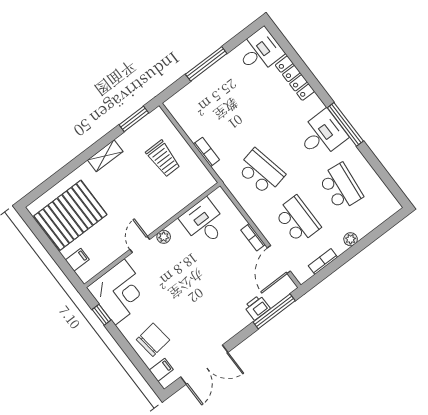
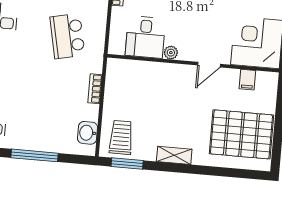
washbasin: (183, 115) -> (88, 133), added
trolley: (163, 159) -> (121, 137), moved
plant: (164, 237) -> (171, 53), moved
filing cabinet: (77, 260) -> (247, 80), moved, turned -90

